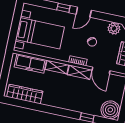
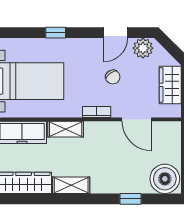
door: (84, 12) -> (115, 33), moved
shelving: (80, 72) -> (71, 185), moved

